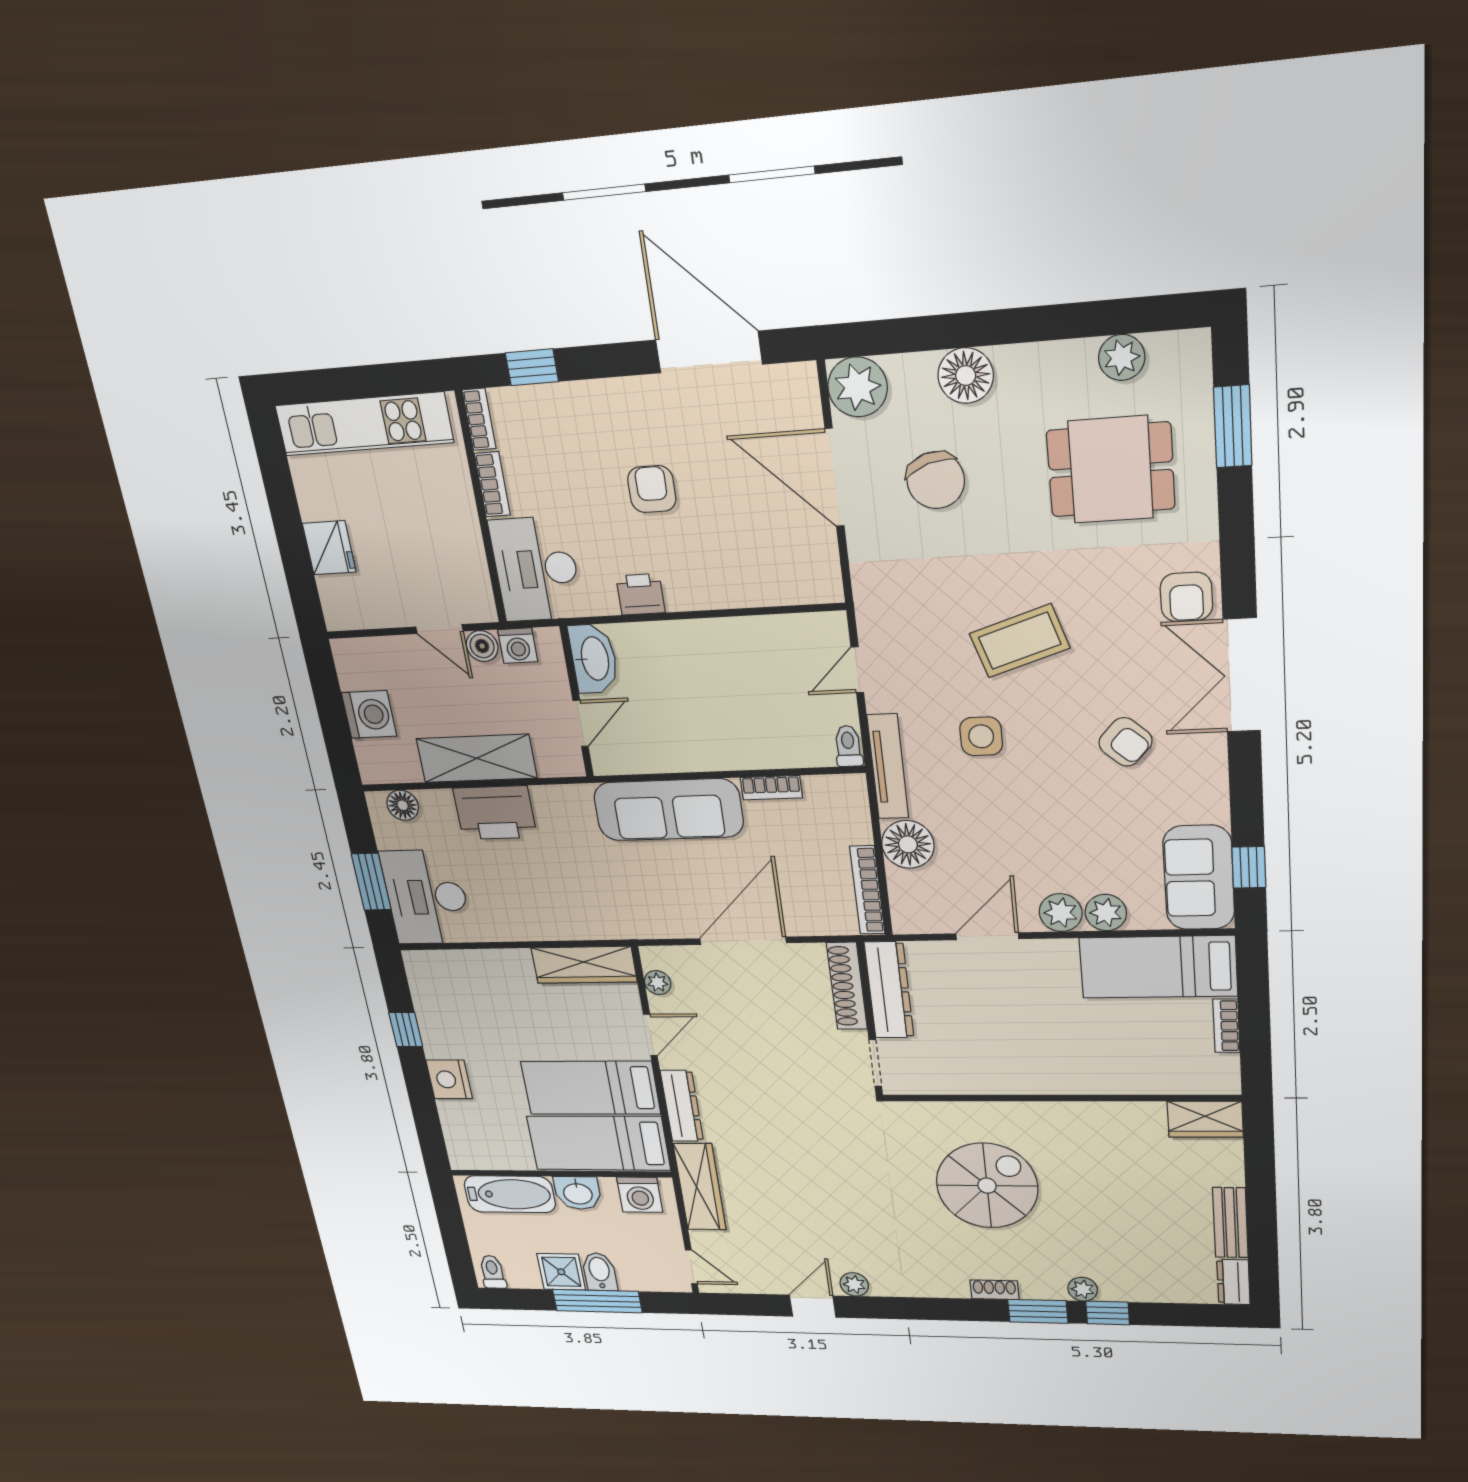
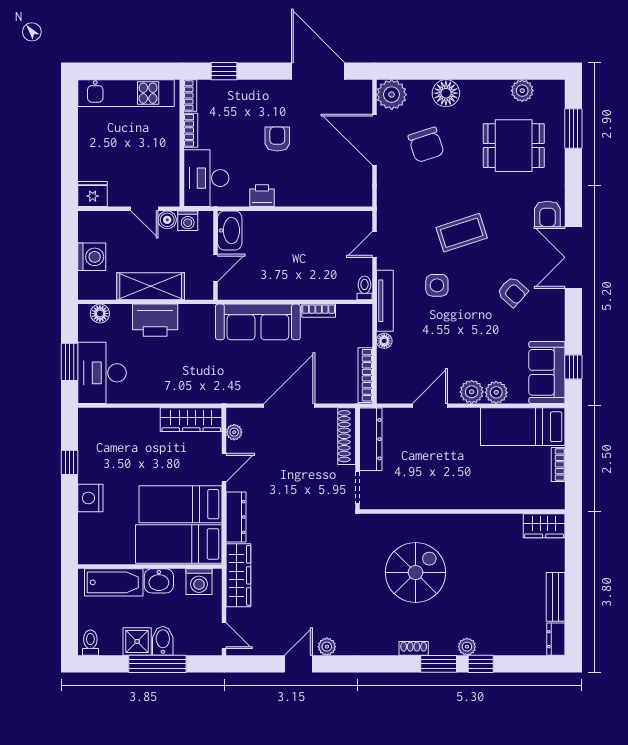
fridge: (329, 548) -> (93, 194), moved, turned -90
floor lamp: (908, 844) -> (384, 341), width x0.53, depth x0.53

